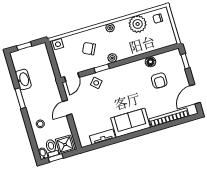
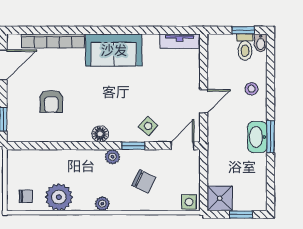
floor lamp: (150, 62) -> (100, 134), moved
washbasin: (23, 79) -> (257, 137), moved
armchair: (159, 81) -> (51, 101), turned 180
tv unit: (103, 137) -> (180, 41), moved
shower: (65, 145) -> (220, 198), moved

